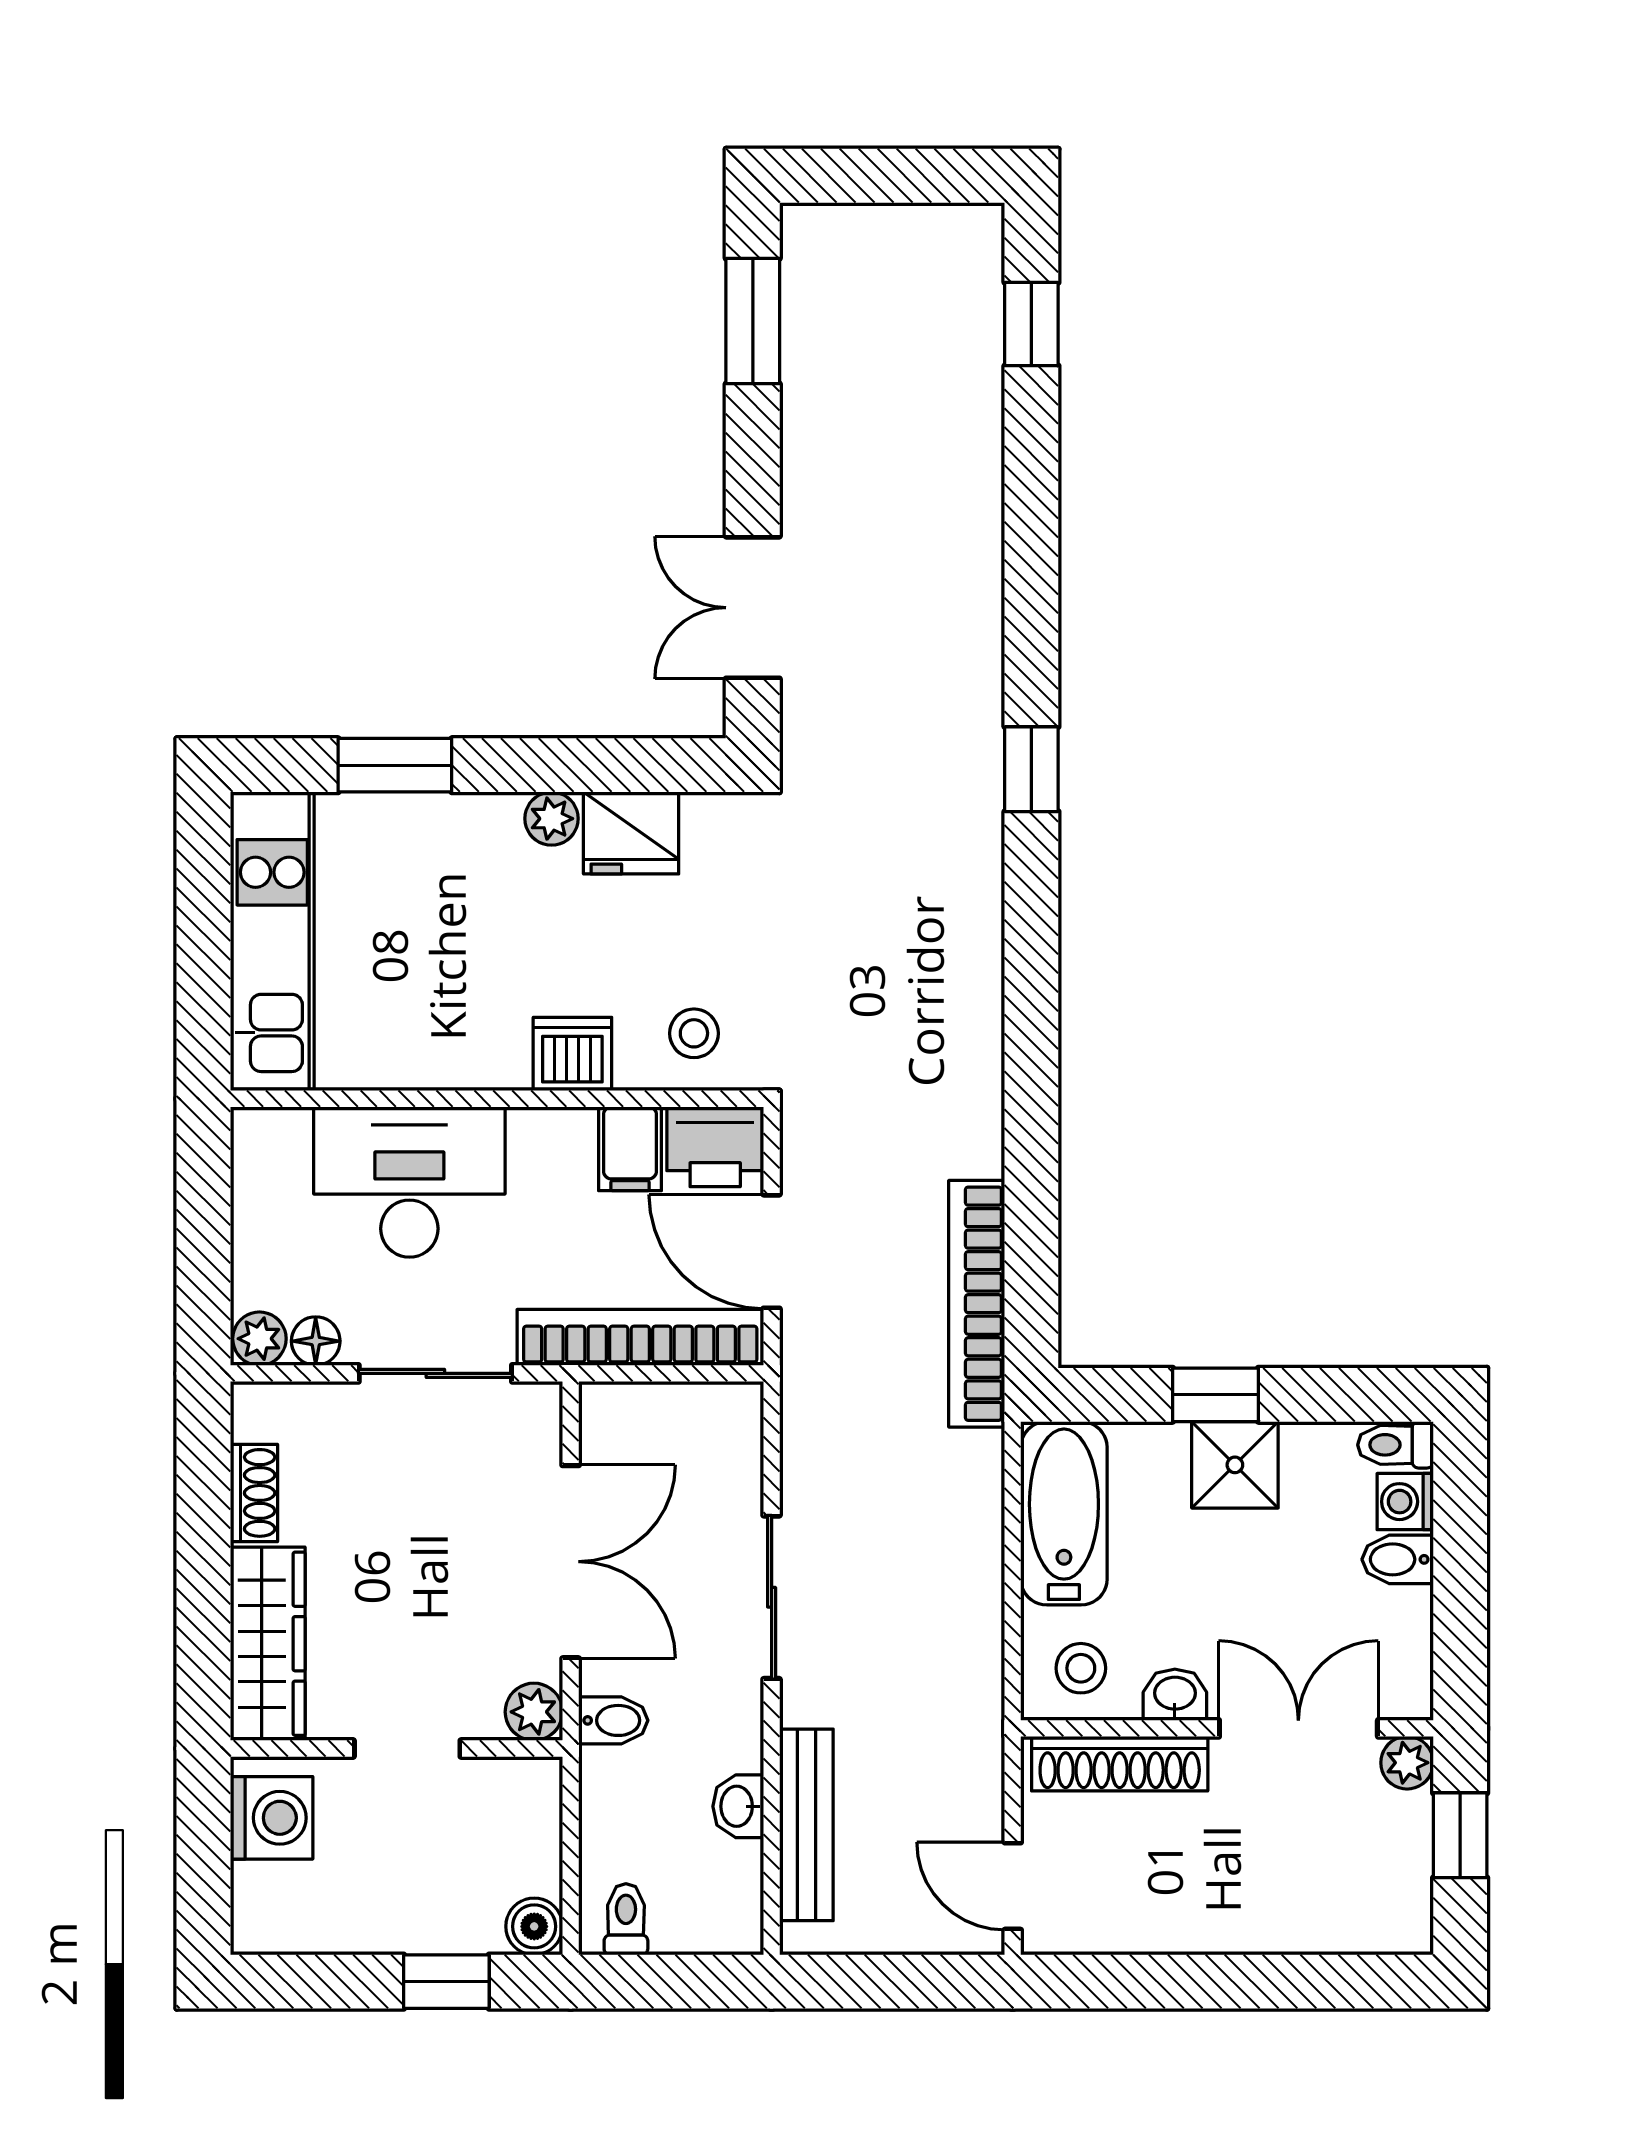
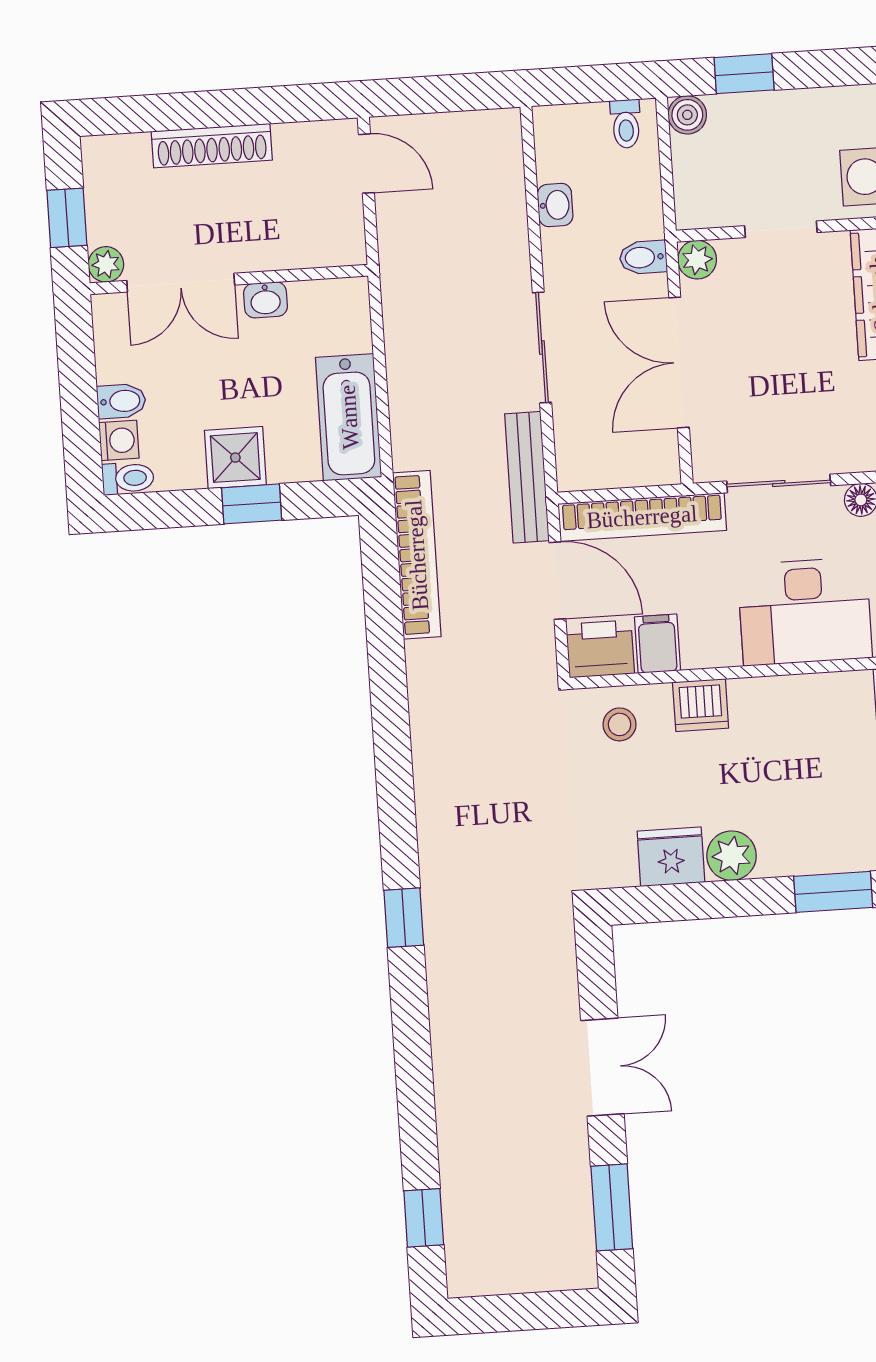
double door: (753, 608) -> (602, 1067), moved
plant: (552, 819) -> (732, 856), width x1.38, depth x1.38
stool: (1081, 1668) -> (330, 314), removed
shoe rack: (1120, 1764) -> (212, 146), moved, turned 180
bench: (806, 1825) -> (527, 477), moved

